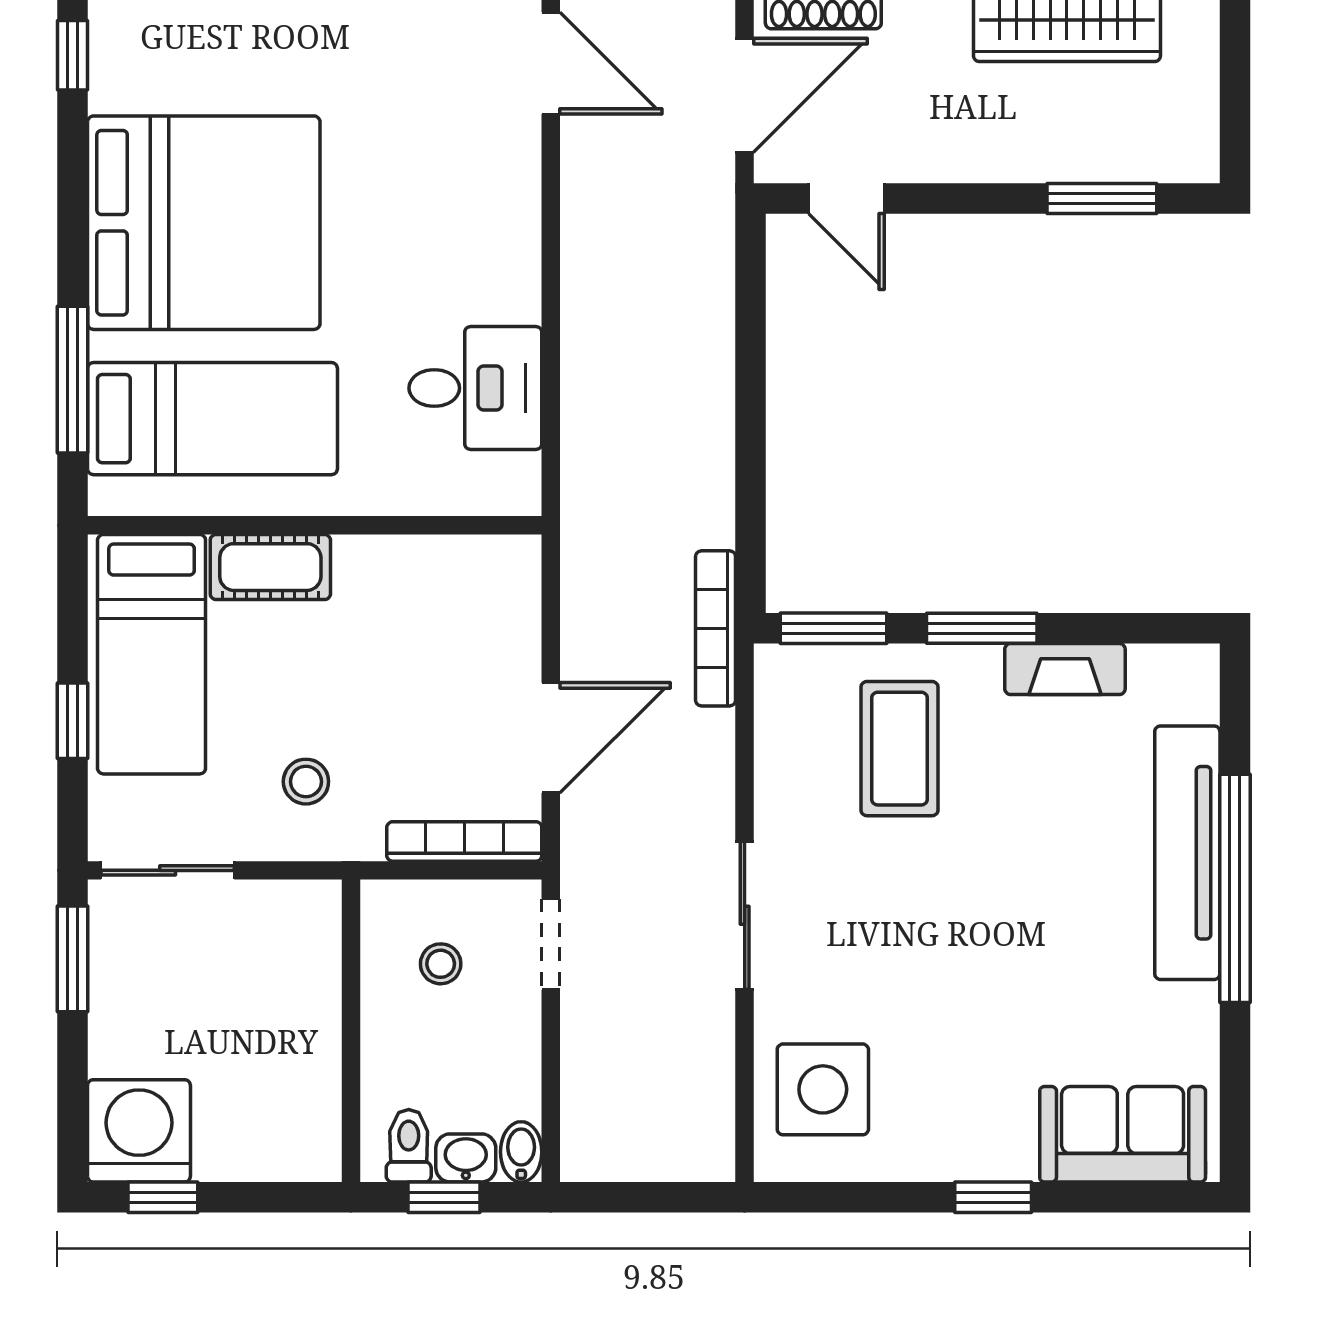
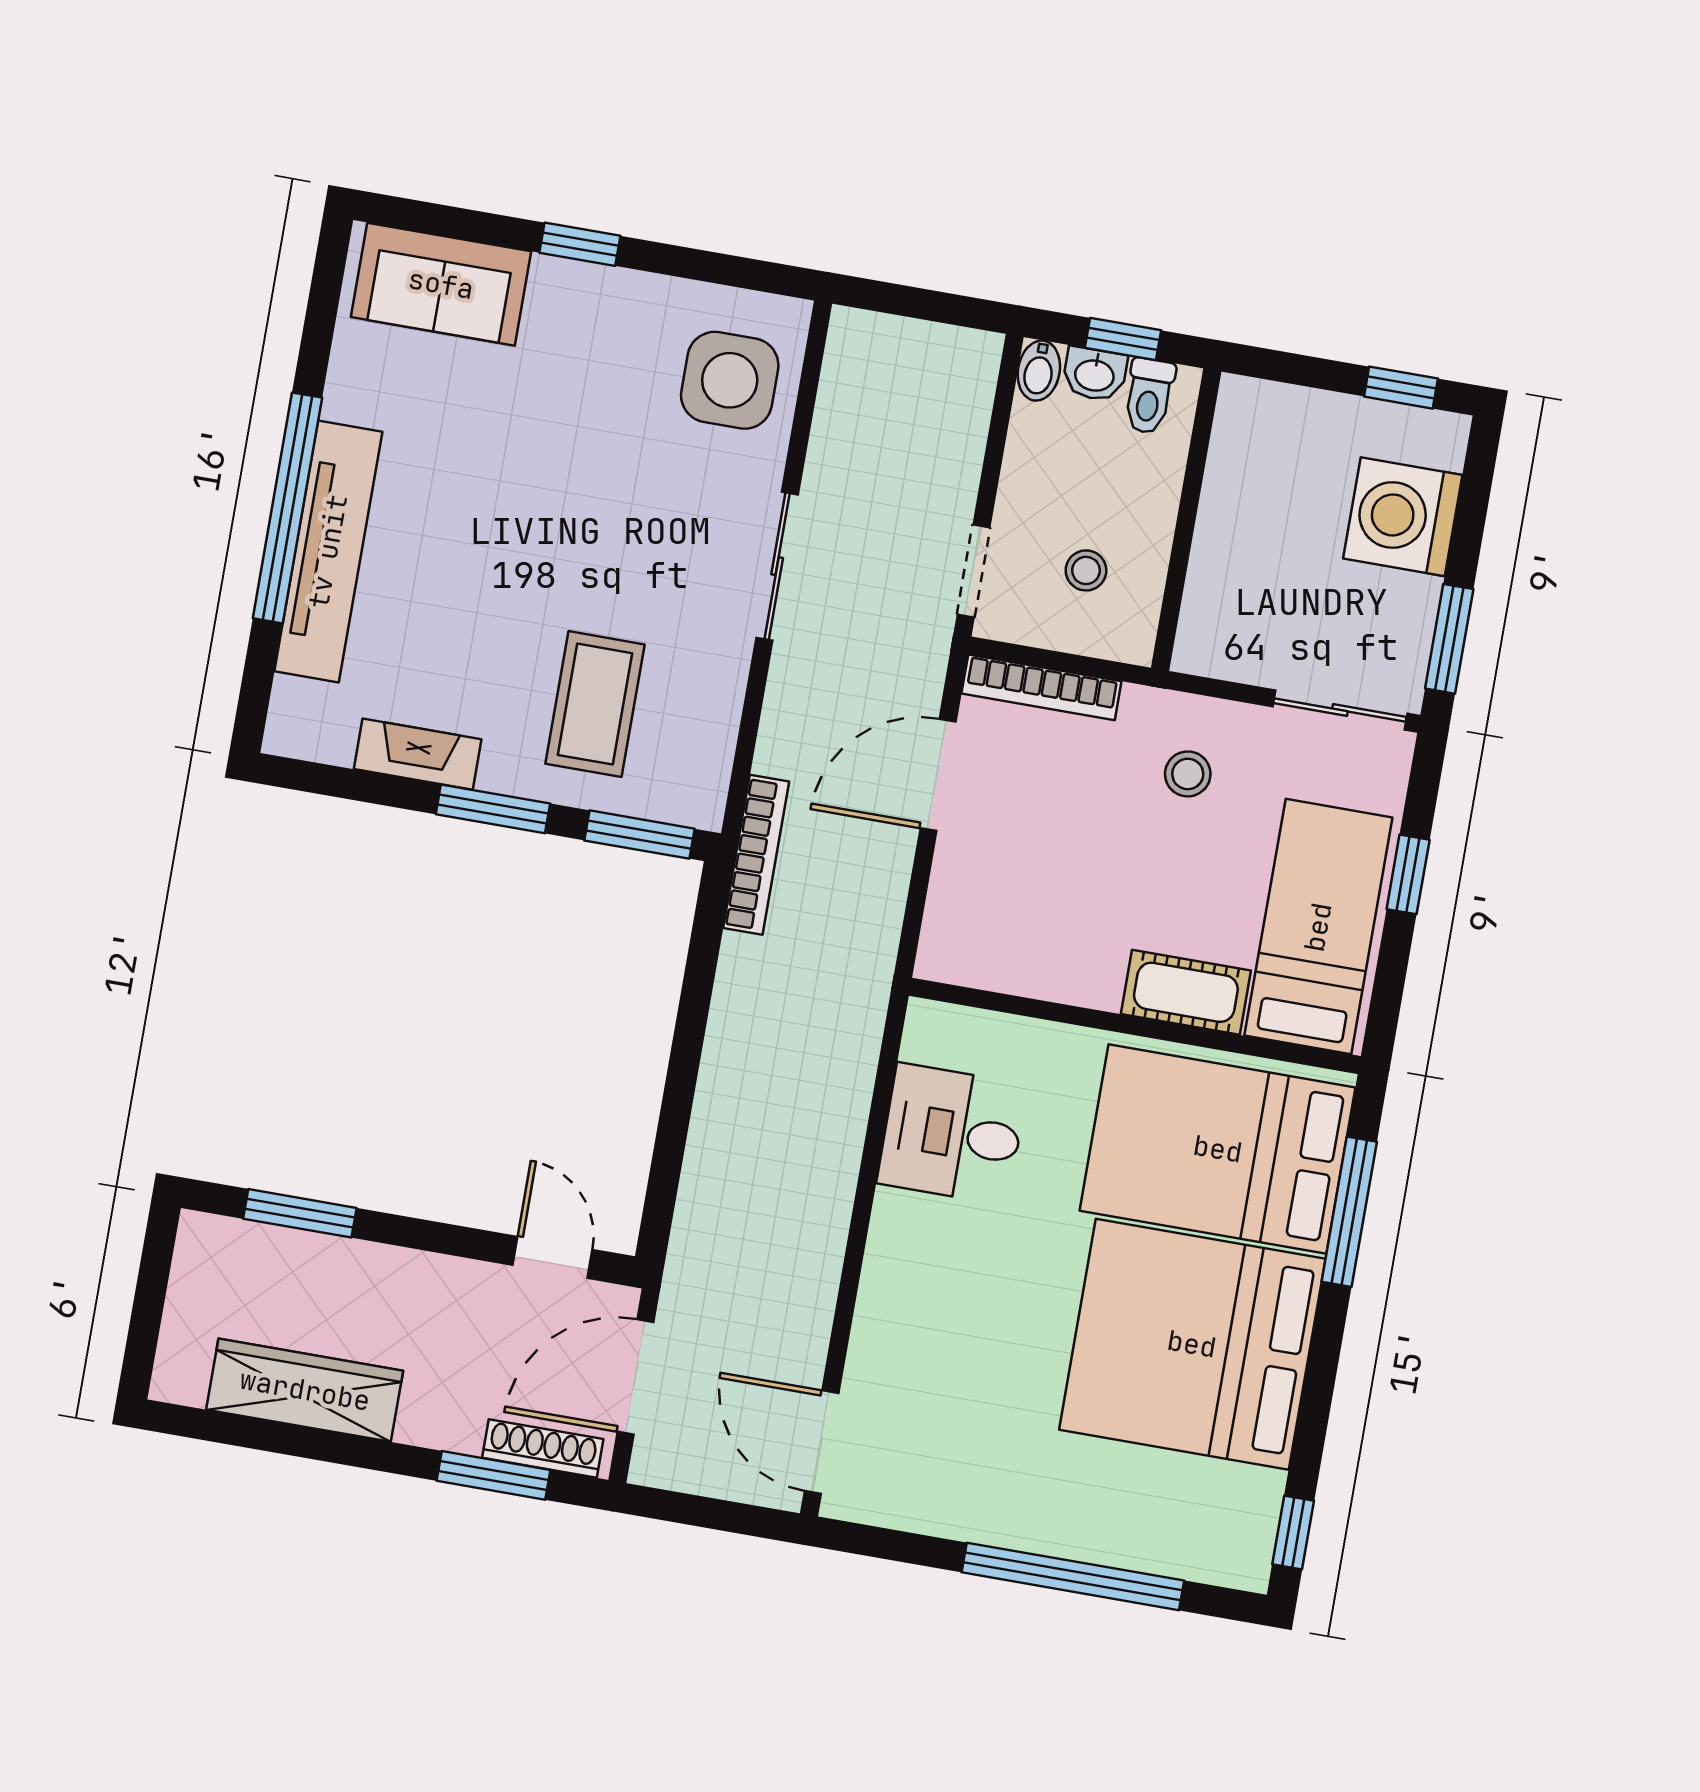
bed: (212, 419) -> (1218, 1149), width x1.50
washing machine: (139, 1131) -> (1403, 517), moved, turned 90

